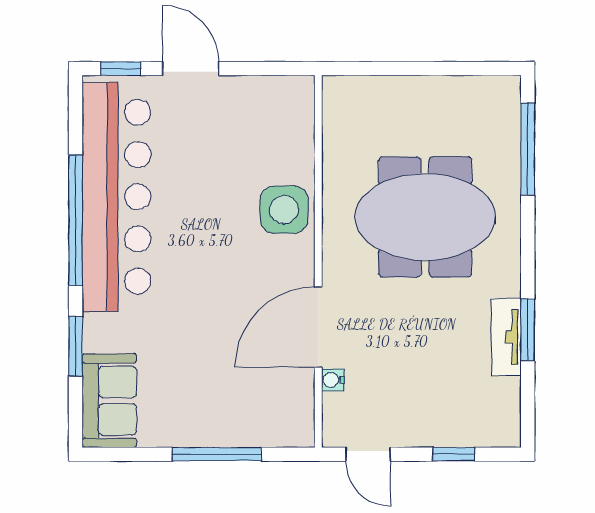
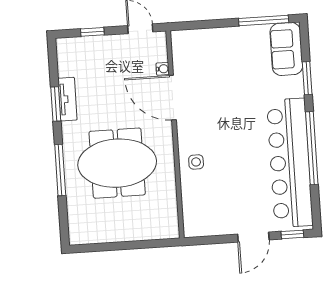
door: (191, 69) -> (253, 237), hinge flipped
window: (528, 149) -> (60, 170), moved
side table: (284, 210) -> (196, 162), width x0.54, depth x0.54
door: (318, 327) -> (173, 98), swing flipped
window: (217, 454) -> (264, 21), moved

